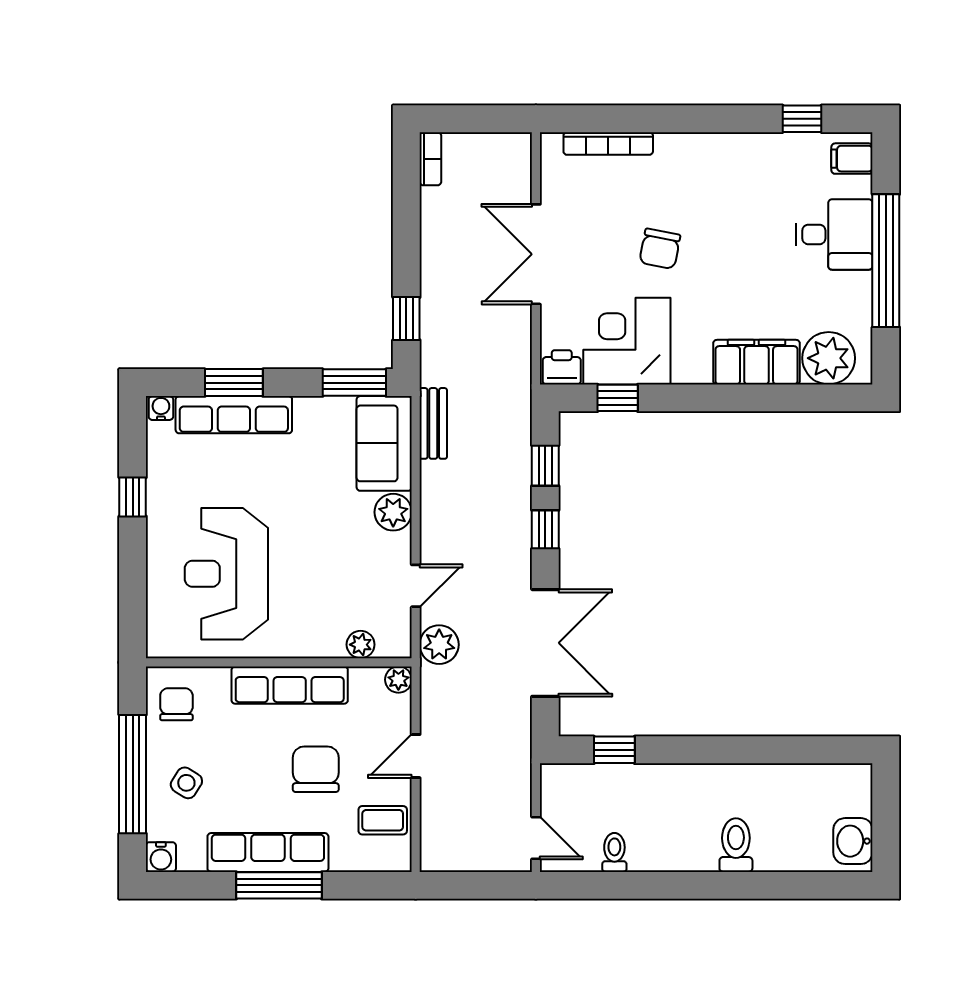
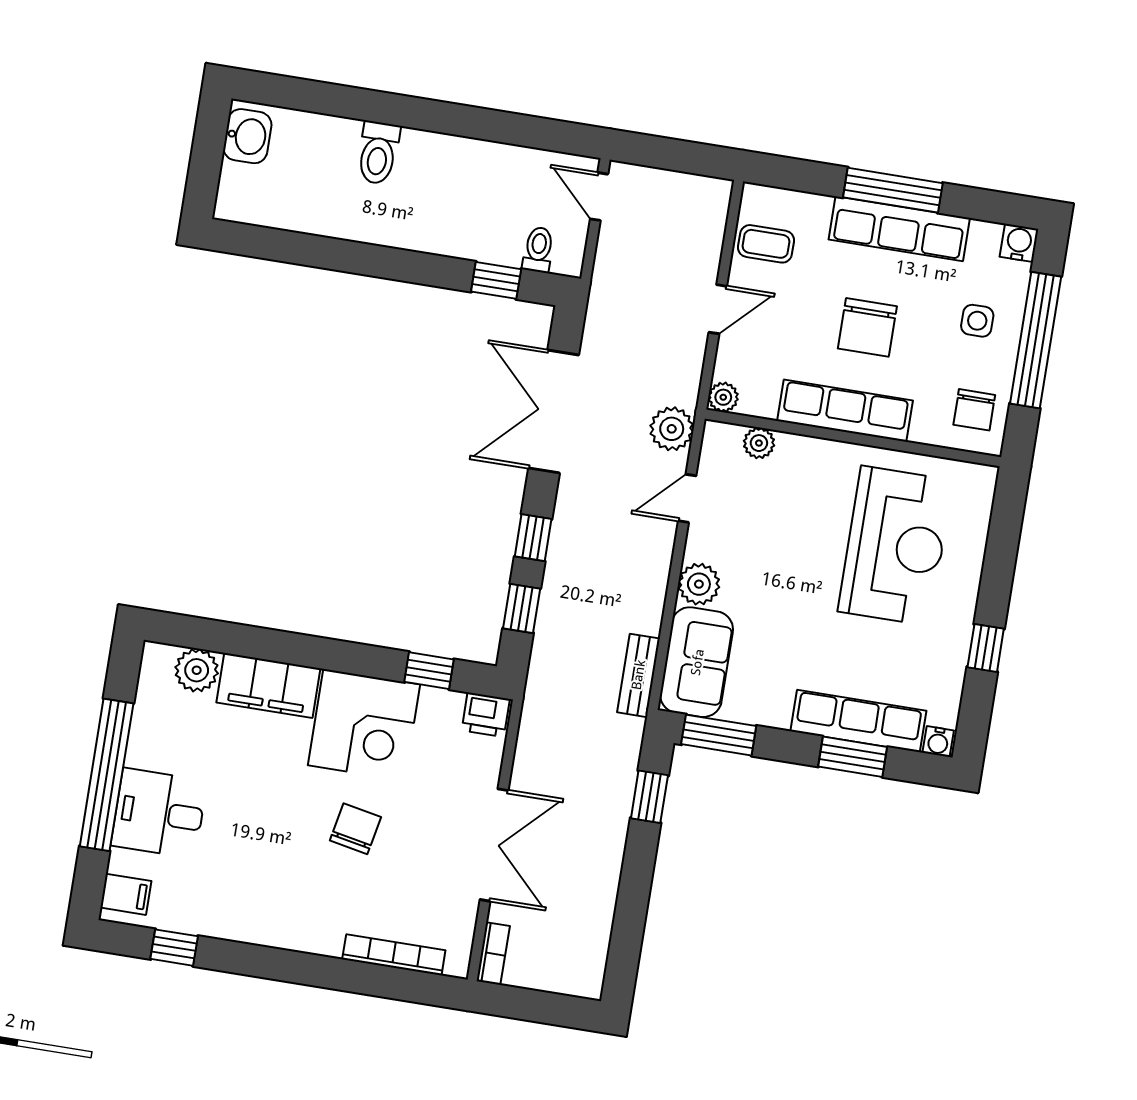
bookcase: (430, 159) -> (493, 954), moved, turned 180
corner desk: (627, 341) -> (364, 725), moved
plant: (829, 358) -> (197, 670), width x0.73, depth x0.73
chair: (316, 769) -> (867, 327), moved
side table: (186, 783) -> (977, 321), turned -32
toilet: (614, 852) -> (538, 250), moved, turned 180

